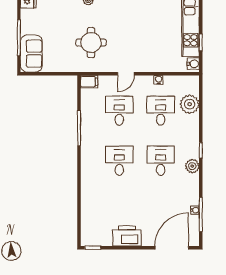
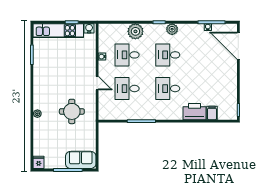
filing cabinet: (89, 82) -> (212, 113), moved
plant: (190, 104) -> (135, 31), moved
printer: (127, 236) -> (194, 112), moved, turned 90

